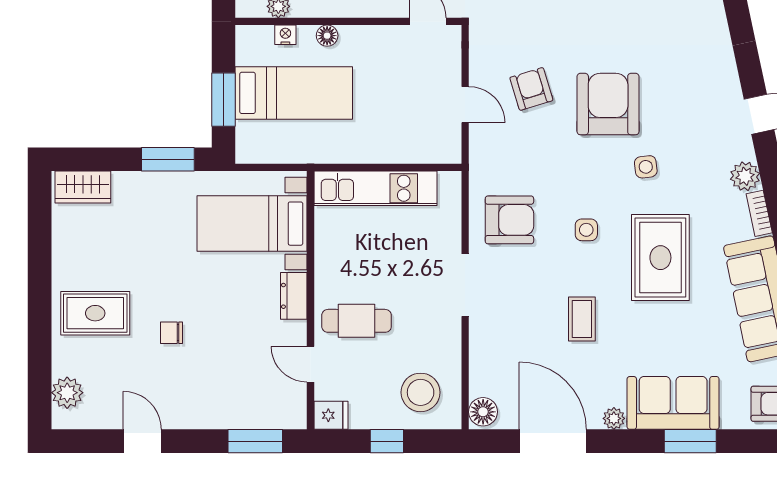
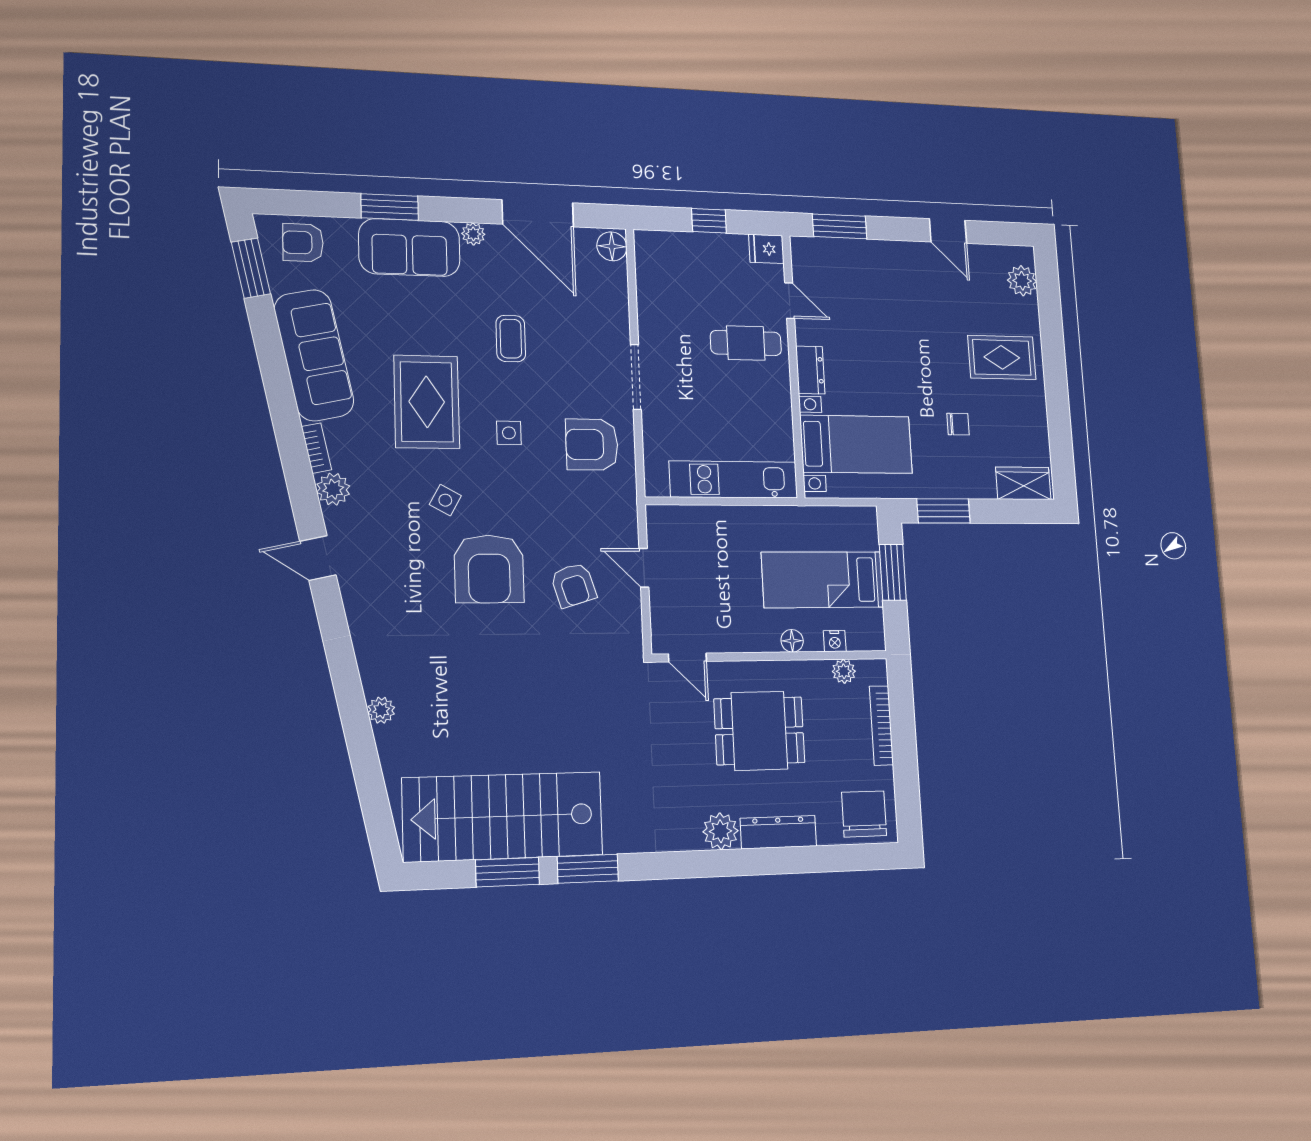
side table: (646, 167) -> (445, 500), turned 36
chair: (171, 333) -> (958, 424), moved
stool: (421, 392) -> (677, 268), removed

